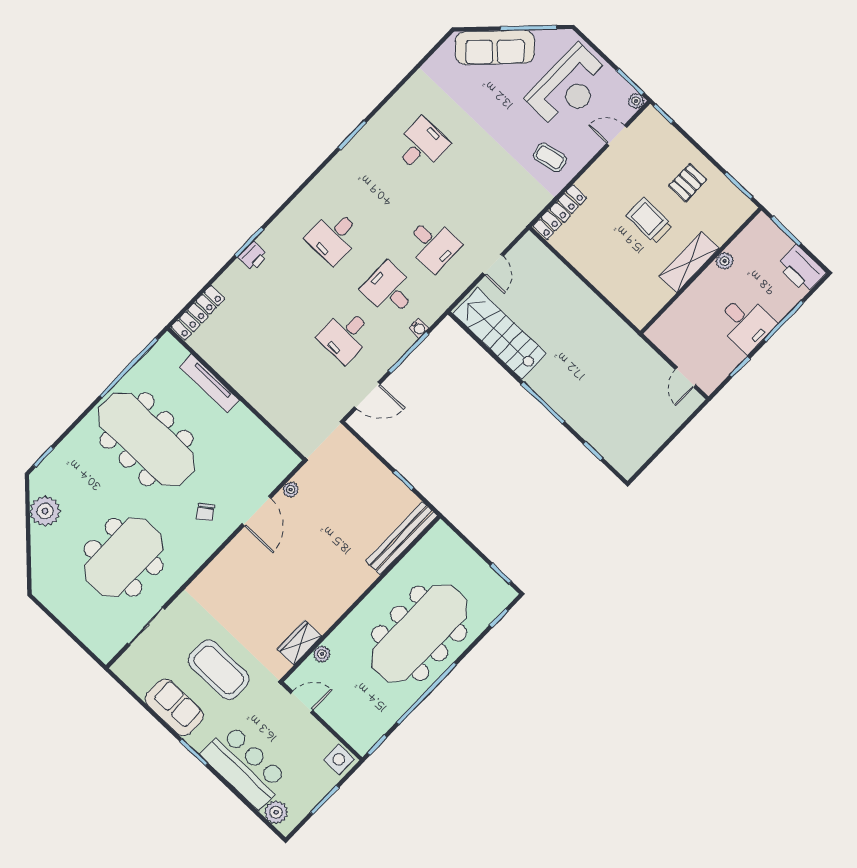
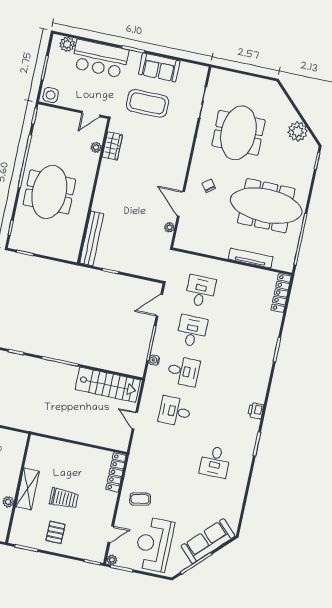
desk: (334, 237) -> (200, 291), moved
printer: (253, 256) -> (256, 411), moved
meeting table: (419, 633) -> (49, 192), width x0.73

